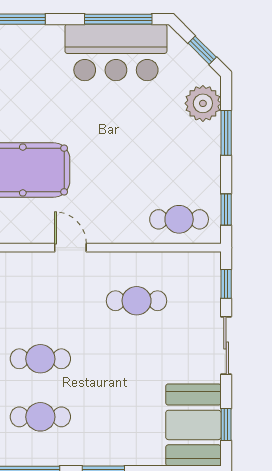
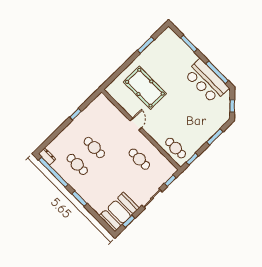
plant: (203, 103) -> (217, 122), removed

